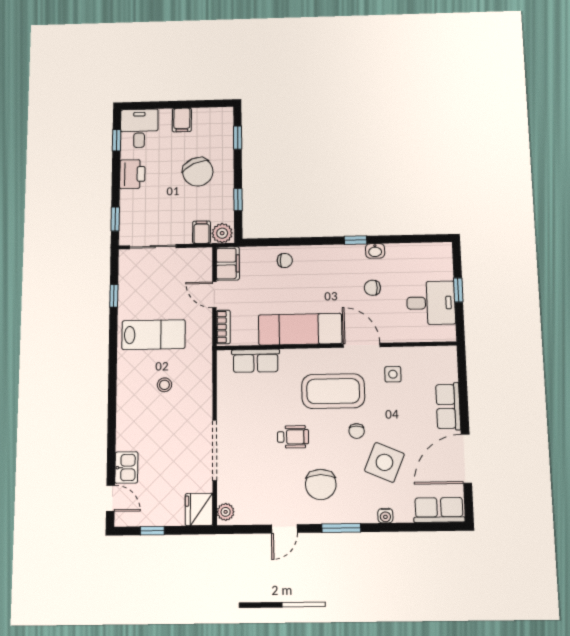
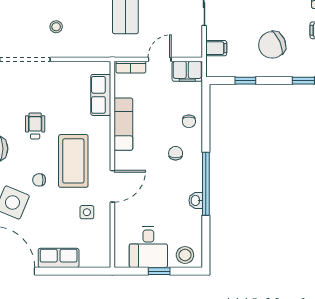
plant: (222, 233) -> (215, 66), removed
window: (356, 240) -> (206, 184), width x3.17
stool: (438, 261) -> (185, 255), added
chair: (372, 288) -> (176, 153), moved
exam couch: (300, 329) -> (123, 124), width x0.73, depth x0.69
stool: (164, 385) -> (56, 27), moved
wheelchair: (293, 437) -> (35, 126), turned 180

